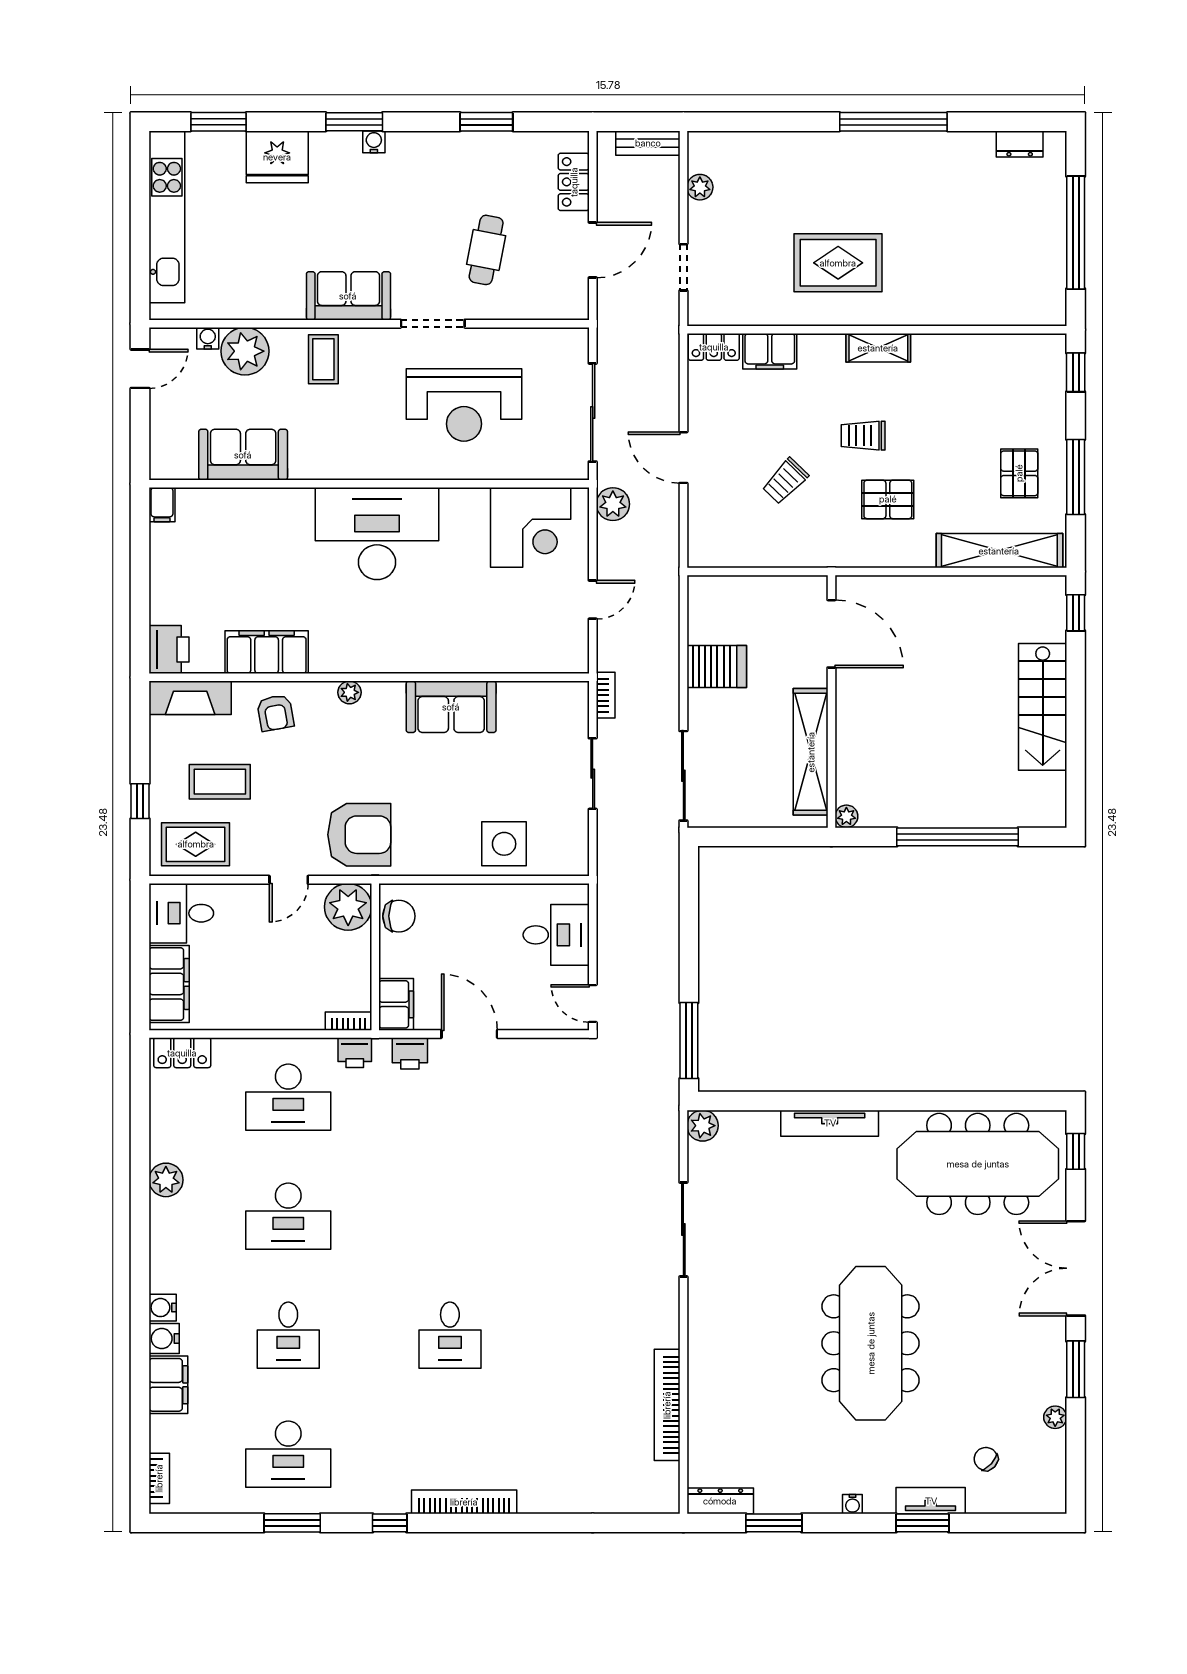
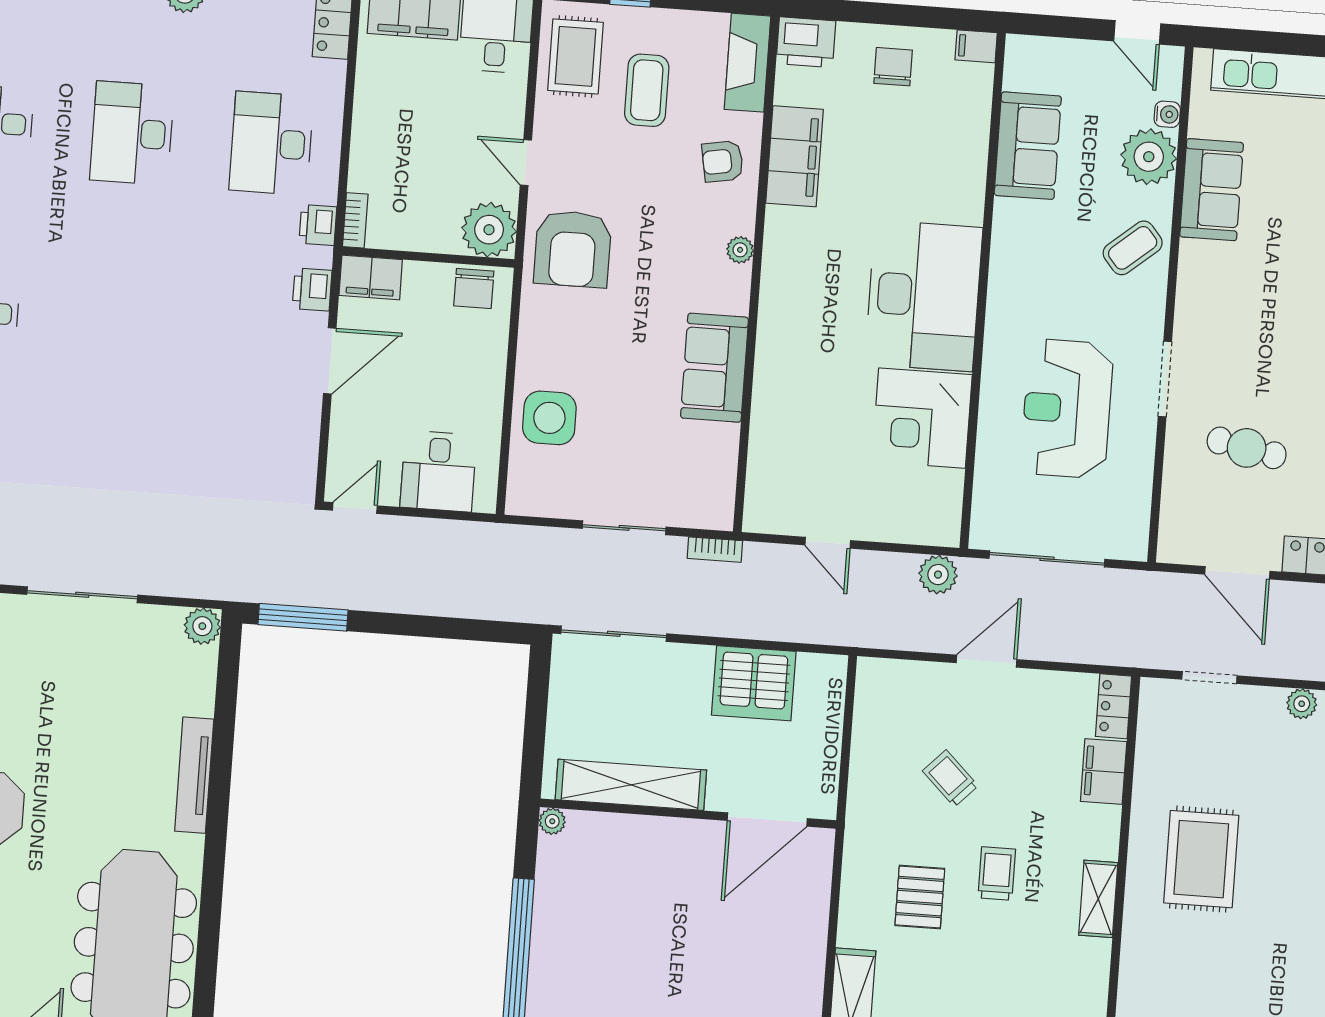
sofa: (348, 296) -> (1212, 190), moved
coffee table: (323, 359) -> (1133, 248), turned -40
corner desk: (531, 527) -> (922, 418), moved
chair: (184, 574) -> (893, 67), added
server rack: (717, 666) -> (754, 683), width x1.60

